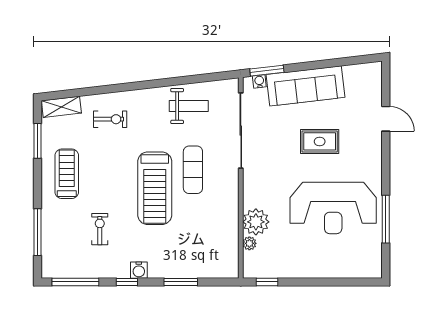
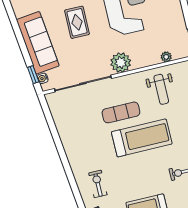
window: (267, 71) -> (33, 75), width x0.67
weight bench: (189, 106) -> (161, 89), moved, turned 180
plant: (256, 222) -> (121, 63), moved

